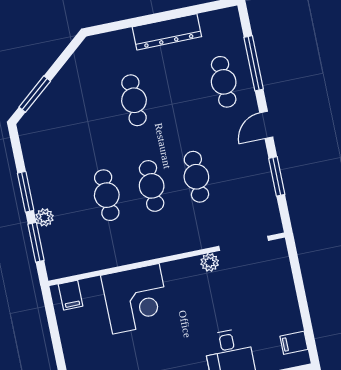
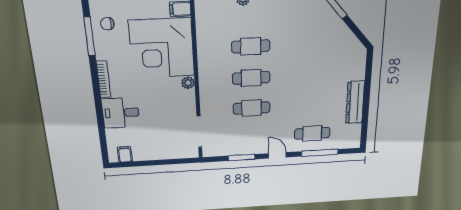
cafe table: (134, 100) -> (314, 75), removed
plant: (210, 262) -> (188, 83), moved
corner desk: (136, 299) -> (162, 48), width x1.36, depth x1.36

